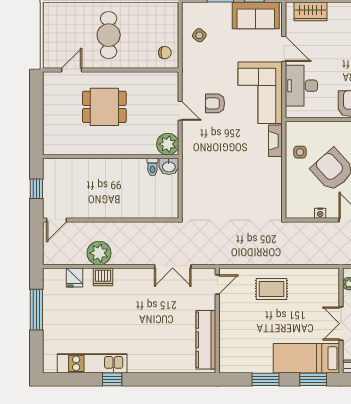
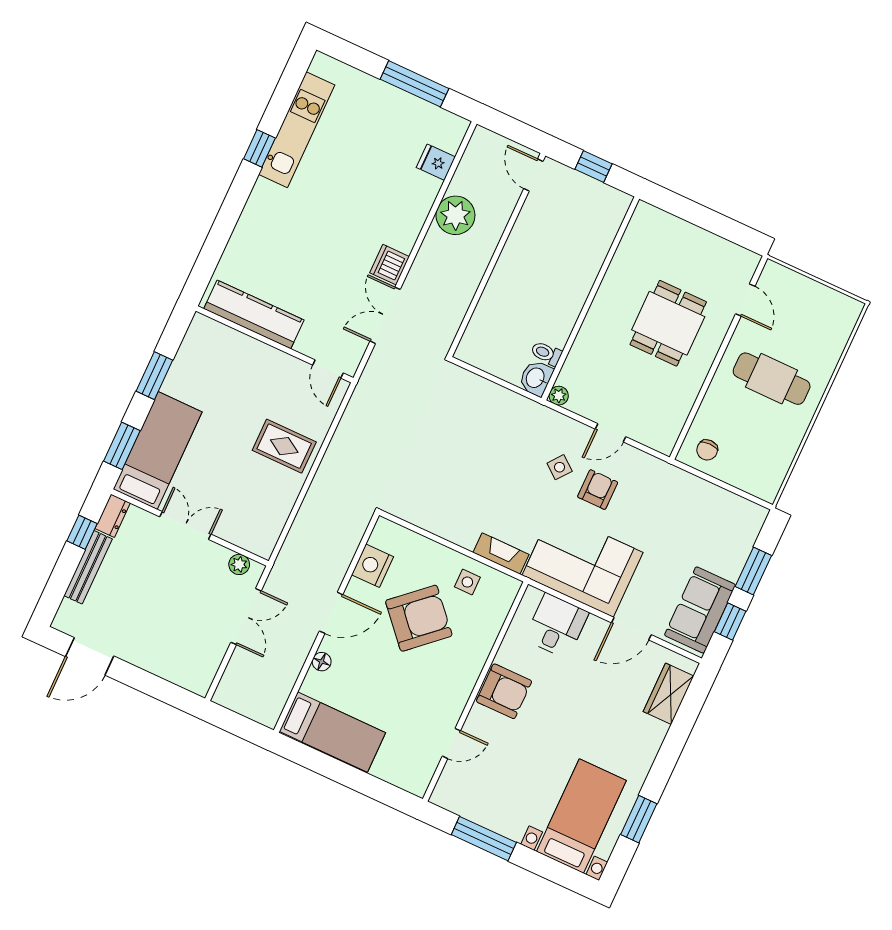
side table: (199, 35) -> (560, 467), moved
desk: (301, 86) -> (557, 626), width x0.73
plant: (168, 144) -> (559, 396), width x0.53, depth x0.53
nightstand: (320, 213) -> (373, 566), width x1.89, depth x1.79
dishwasher: (103, 277) -> (390, 265), moved
rug: (271, 289) -> (284, 446), turned 90

